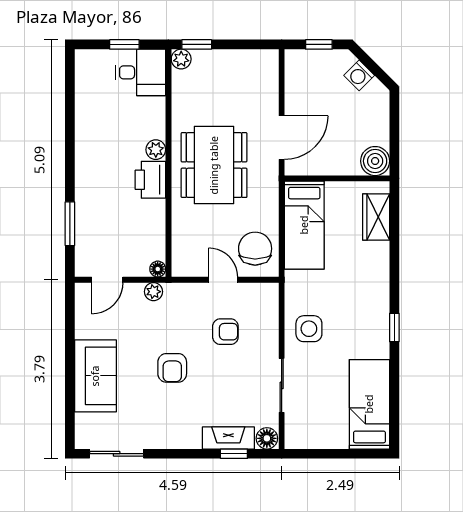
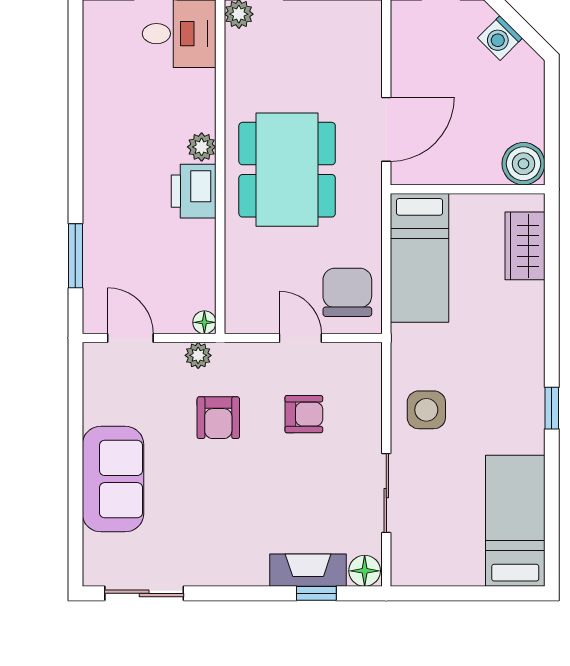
door: (107, 280) -> (130, 338), swing flipped
armchair: (172, 368) -> (218, 418), moved

